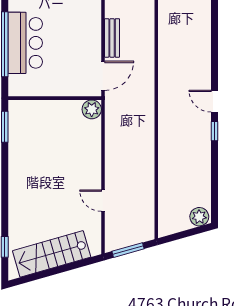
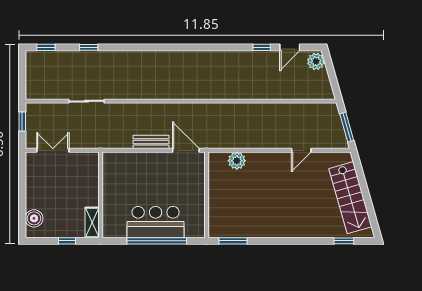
door: (214, 101) -> (290, 47), moved
plant: (92, 109) -> (237, 161), moved
window: (214, 131) -> (262, 47), moved

